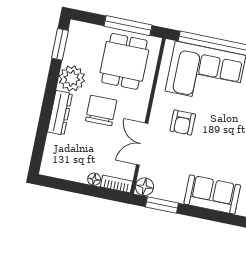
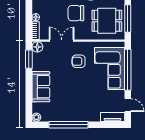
chair: (101, 111) -> (76, 13), turned 180

